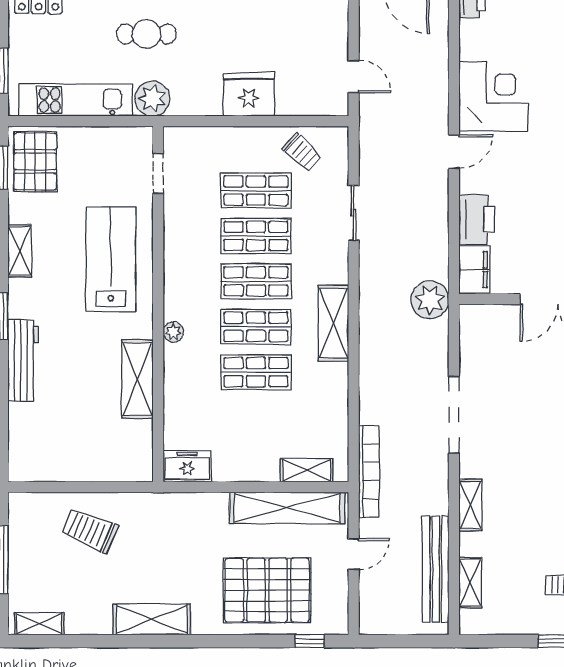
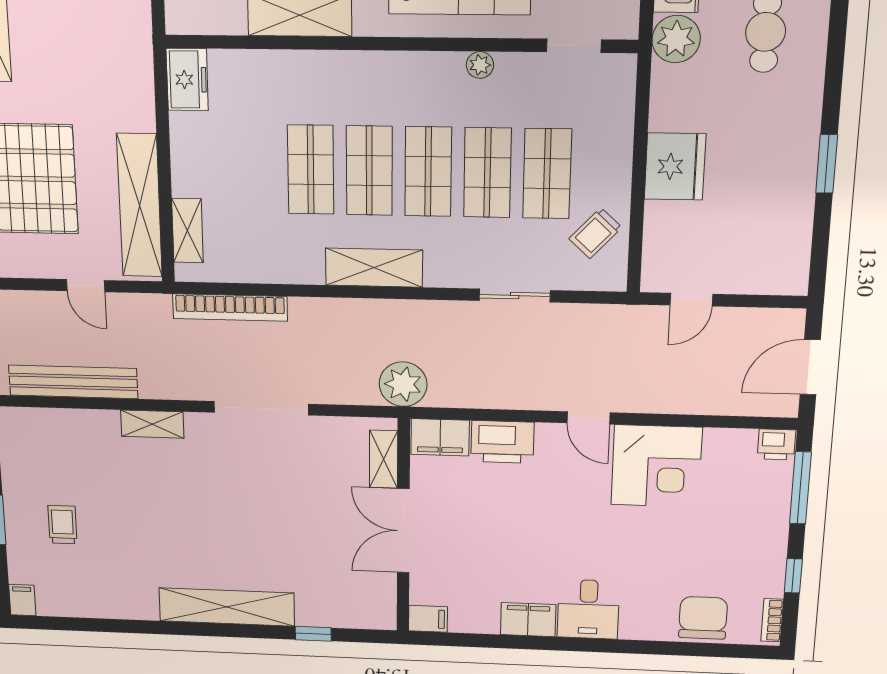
plant: (173, 332) -> (480, 65), moved
bookcase: (369, 471) -> (230, 307), moved
shelving: (470, 583) -> (384, 459), moved, turned 90

